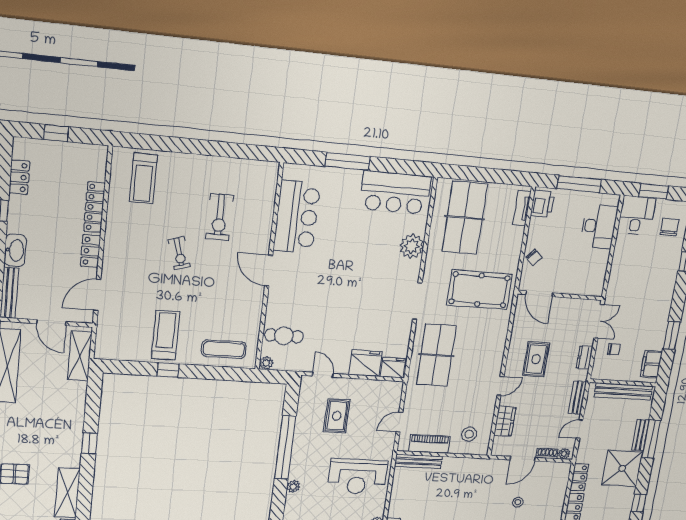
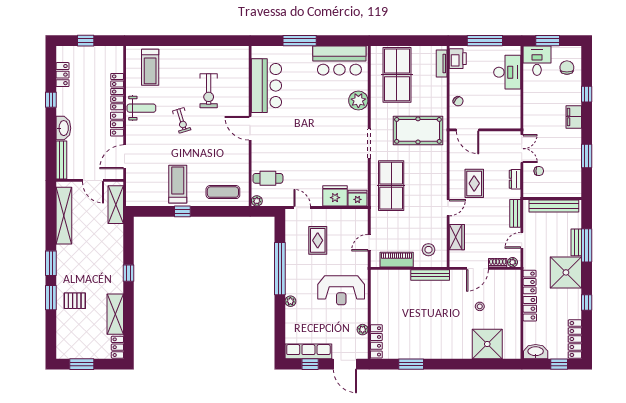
weight bench: (126, 232) -> (141, 108), added
filing cabinet: (651, 364) -> (574, 117), moved
bench: (418, 461) -> (430, 275), moved

